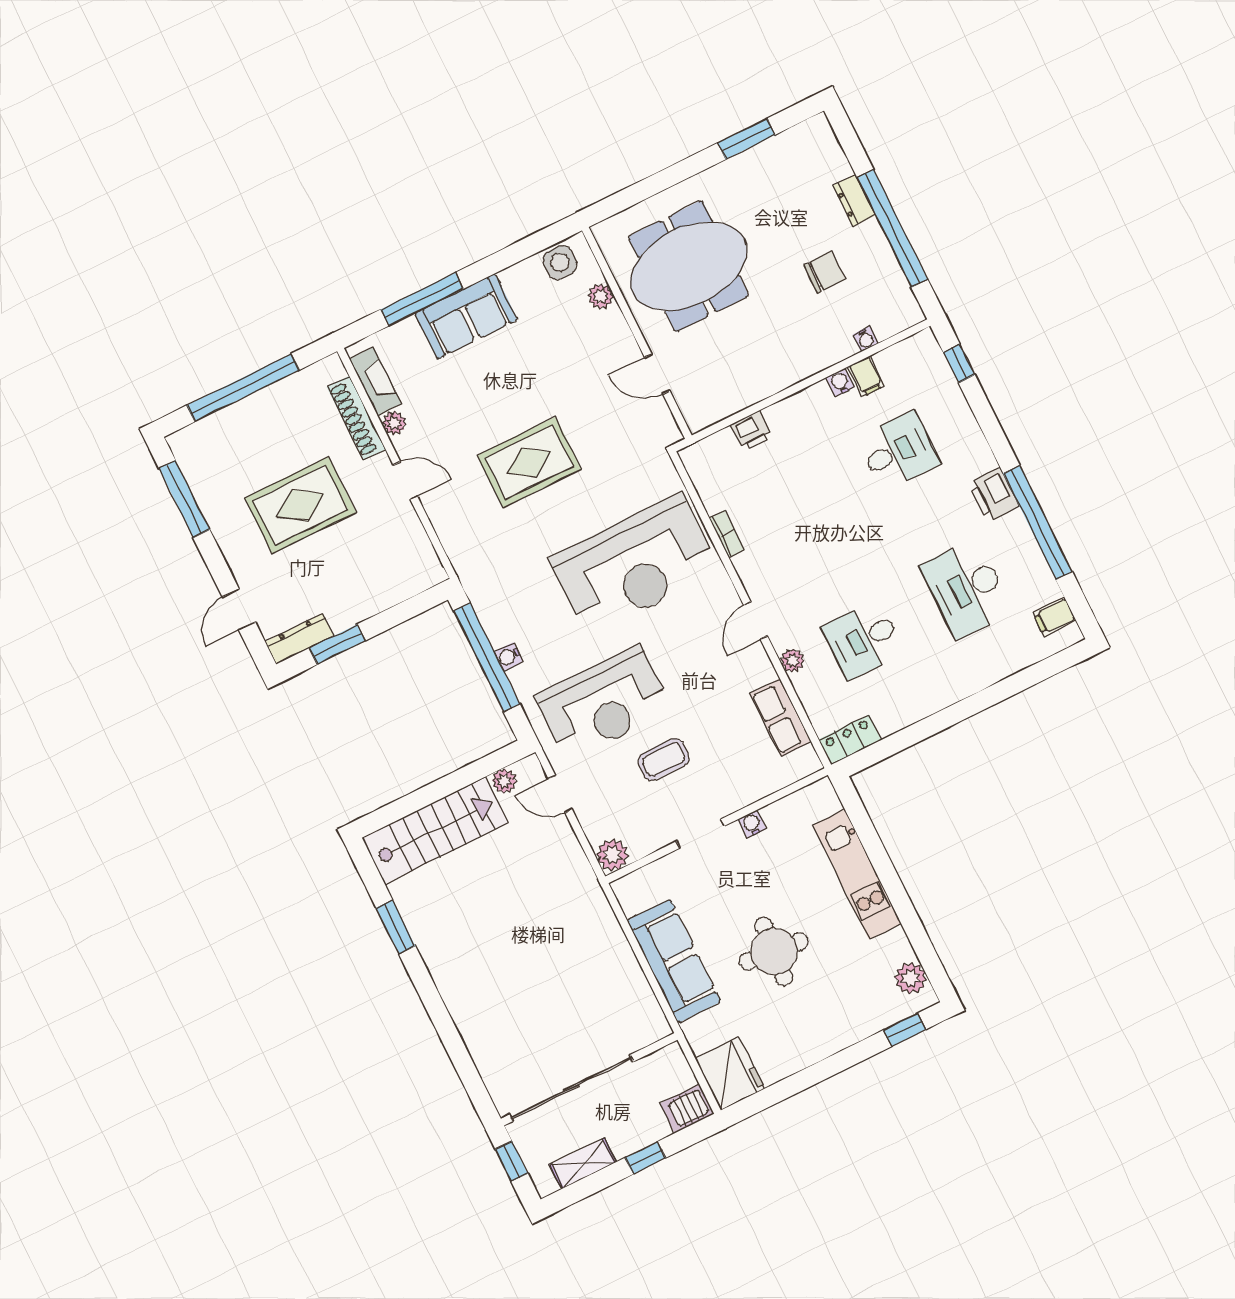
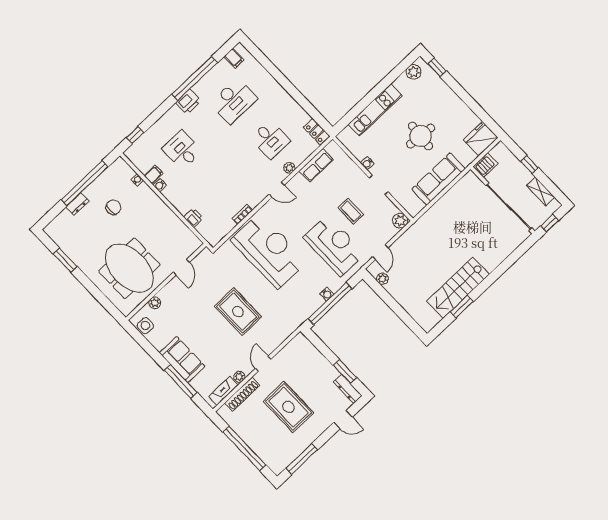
chair: (824, 272) -> (113, 207), turned 90
stairs: (435, 830) -> (458, 288), moved, turned -90
server rack: (687, 1109) -> (486, 165), moved, turned -90

